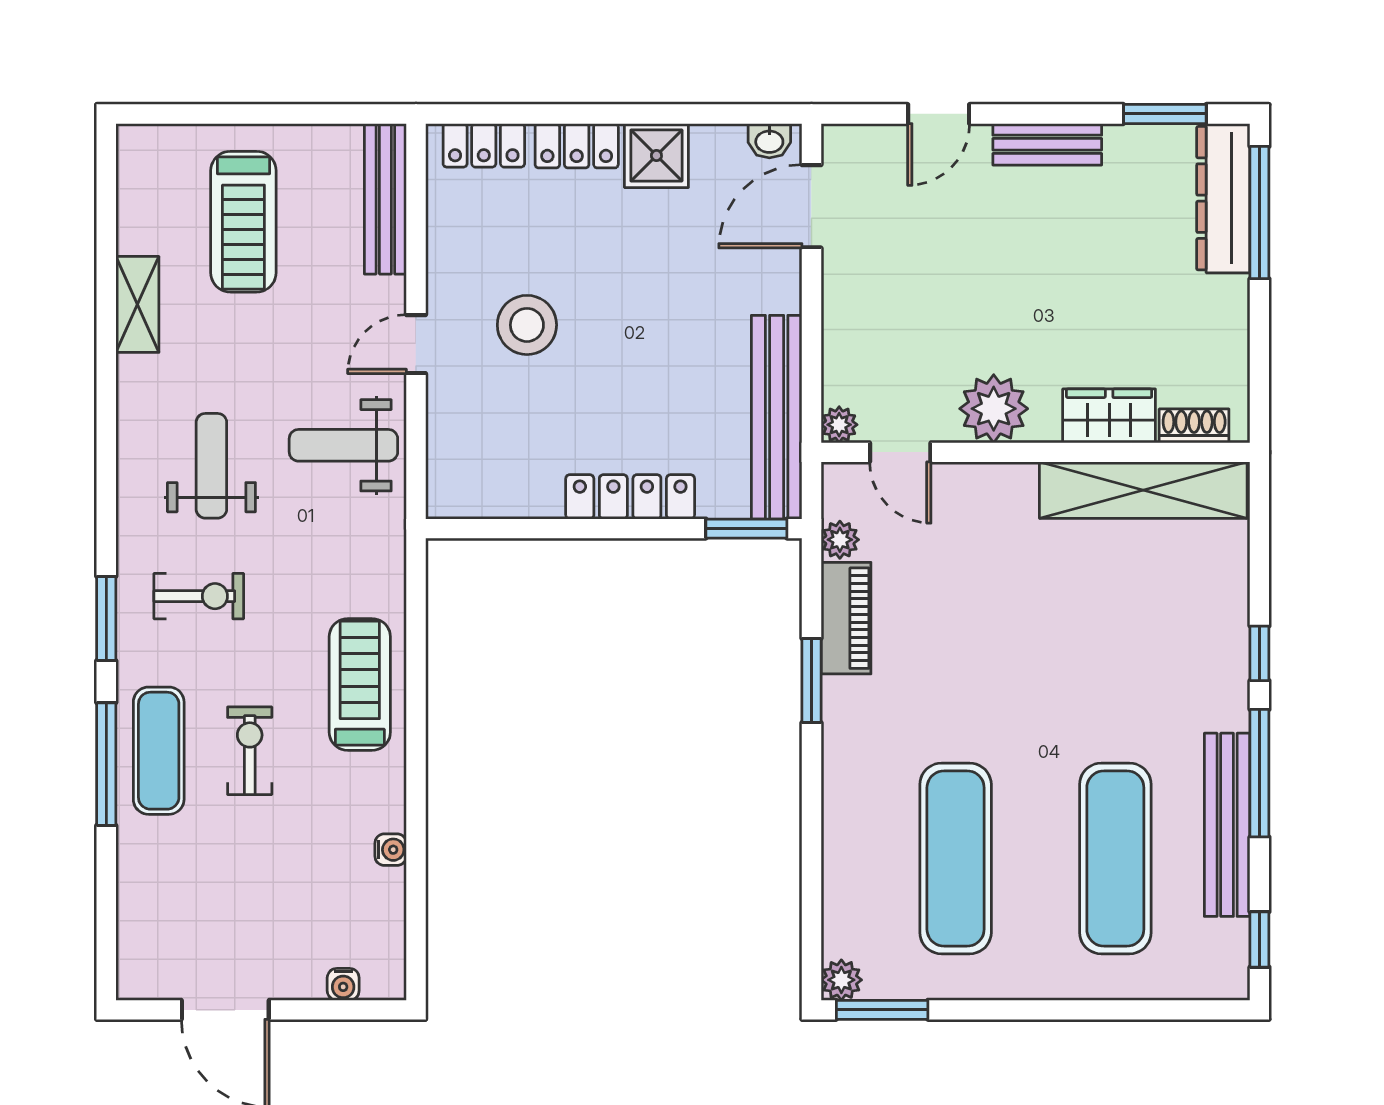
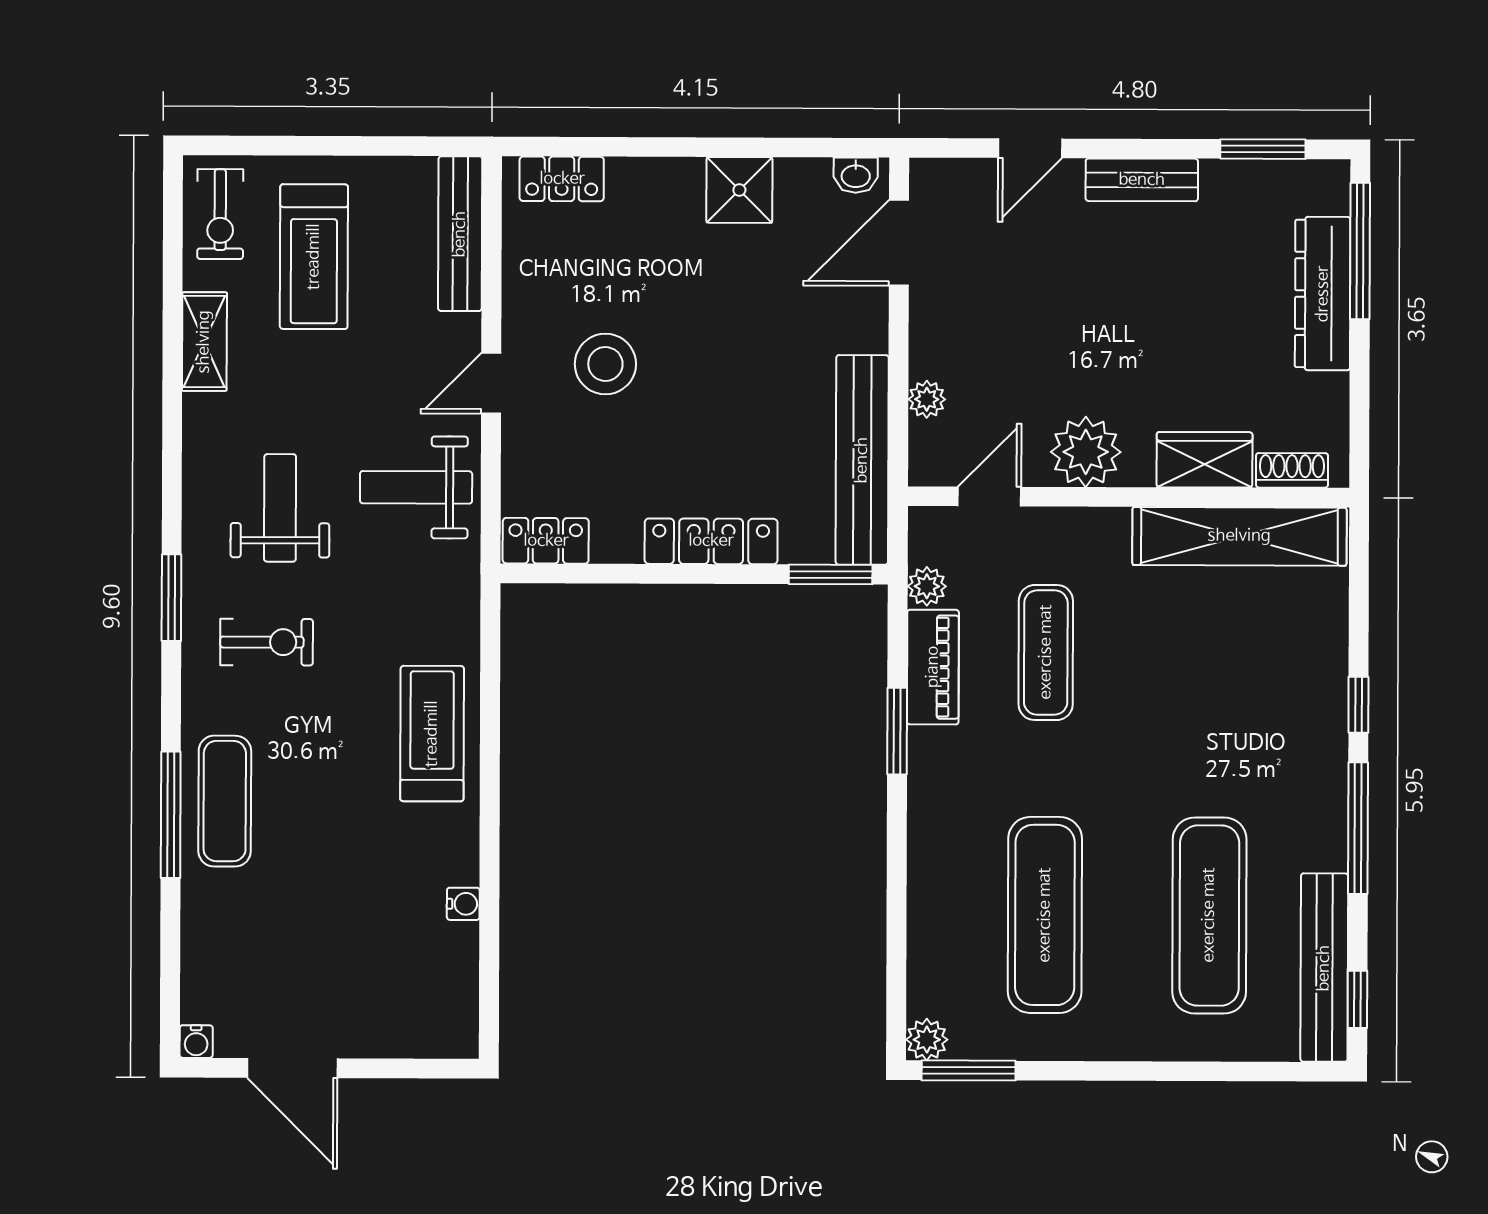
locker: (577, 146) -> (546, 541), moved, turned 180
dresser: (1223, 198) -> (1323, 294), moved
plant: (839, 425) -> (927, 399), moved
door: (900, 452) -> (989, 496), swing flipped
exercise mat: (956, 604) -> (1046, 652), added
window: (106, 619) -> (171, 598), moved
exercise bike: (250, 751) -> (220, 214), moved, turned 180
bench: (1227, 825) -> (1324, 968), moved
water cooler: (343, 984) -> (196, 1042), moved

